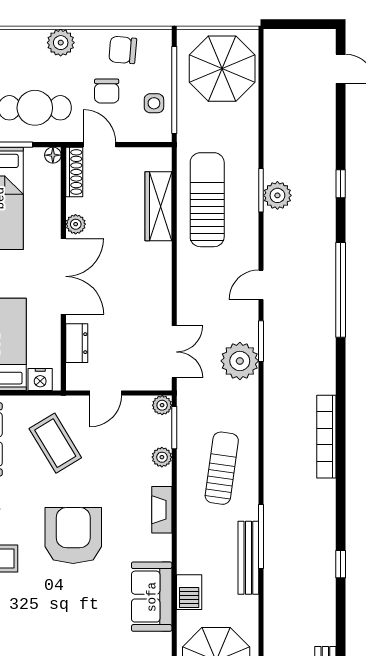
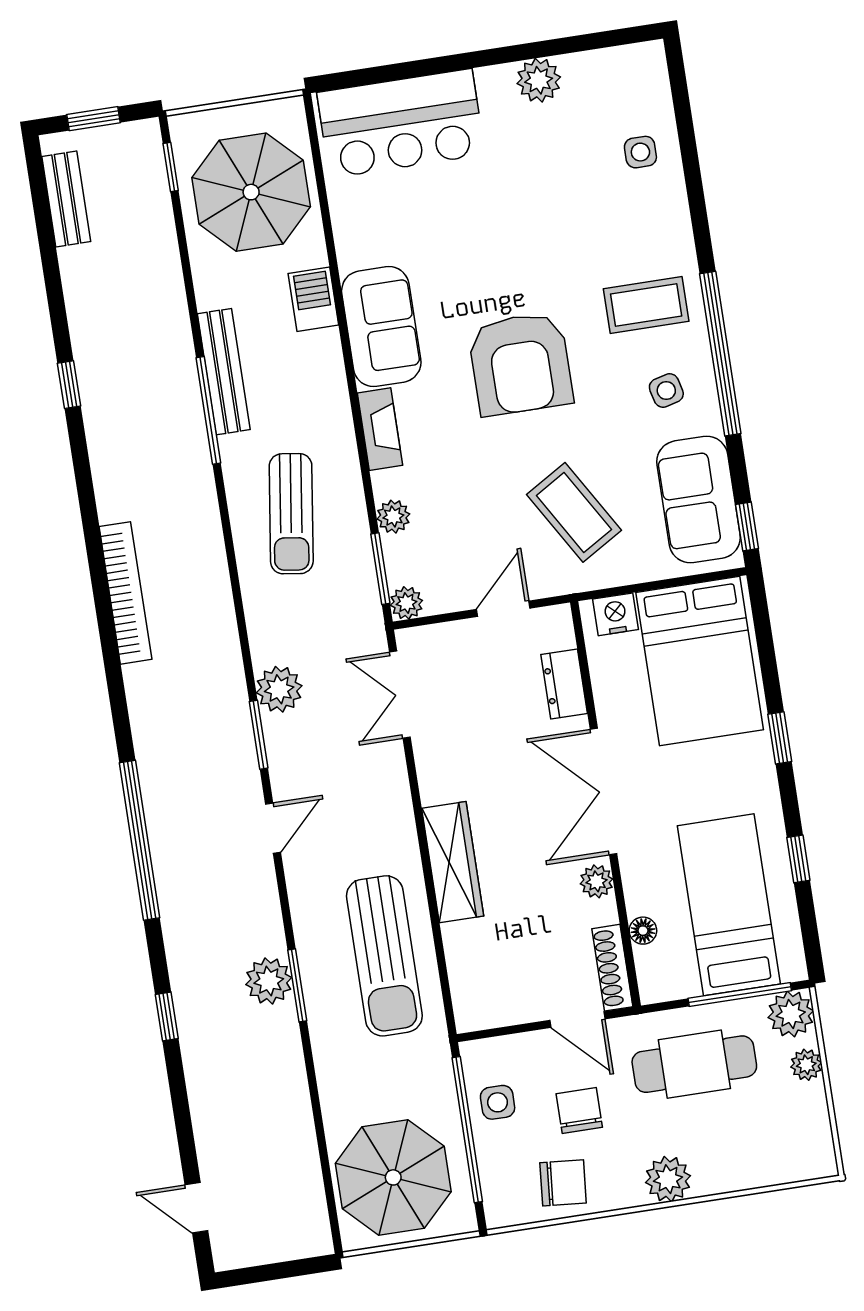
floor lamp: (53, 155) -> (643, 931), moved
wardrobe: (158, 206) -> (453, 862), moved
plant: (240, 361) -> (279, 689), width x0.73, depth x0.73
sofa: (152, 597) -> (381, 327), moved

